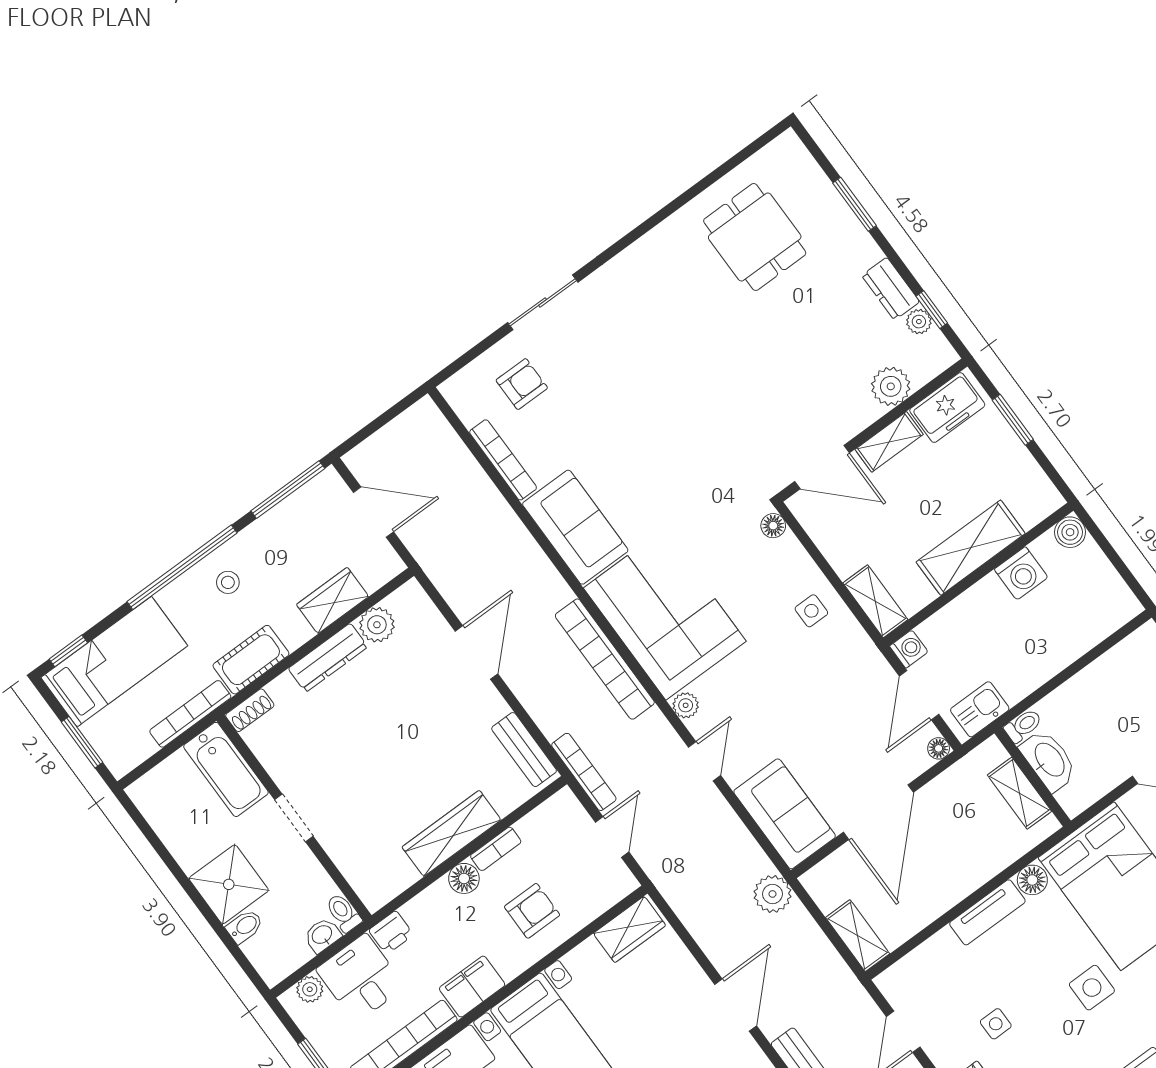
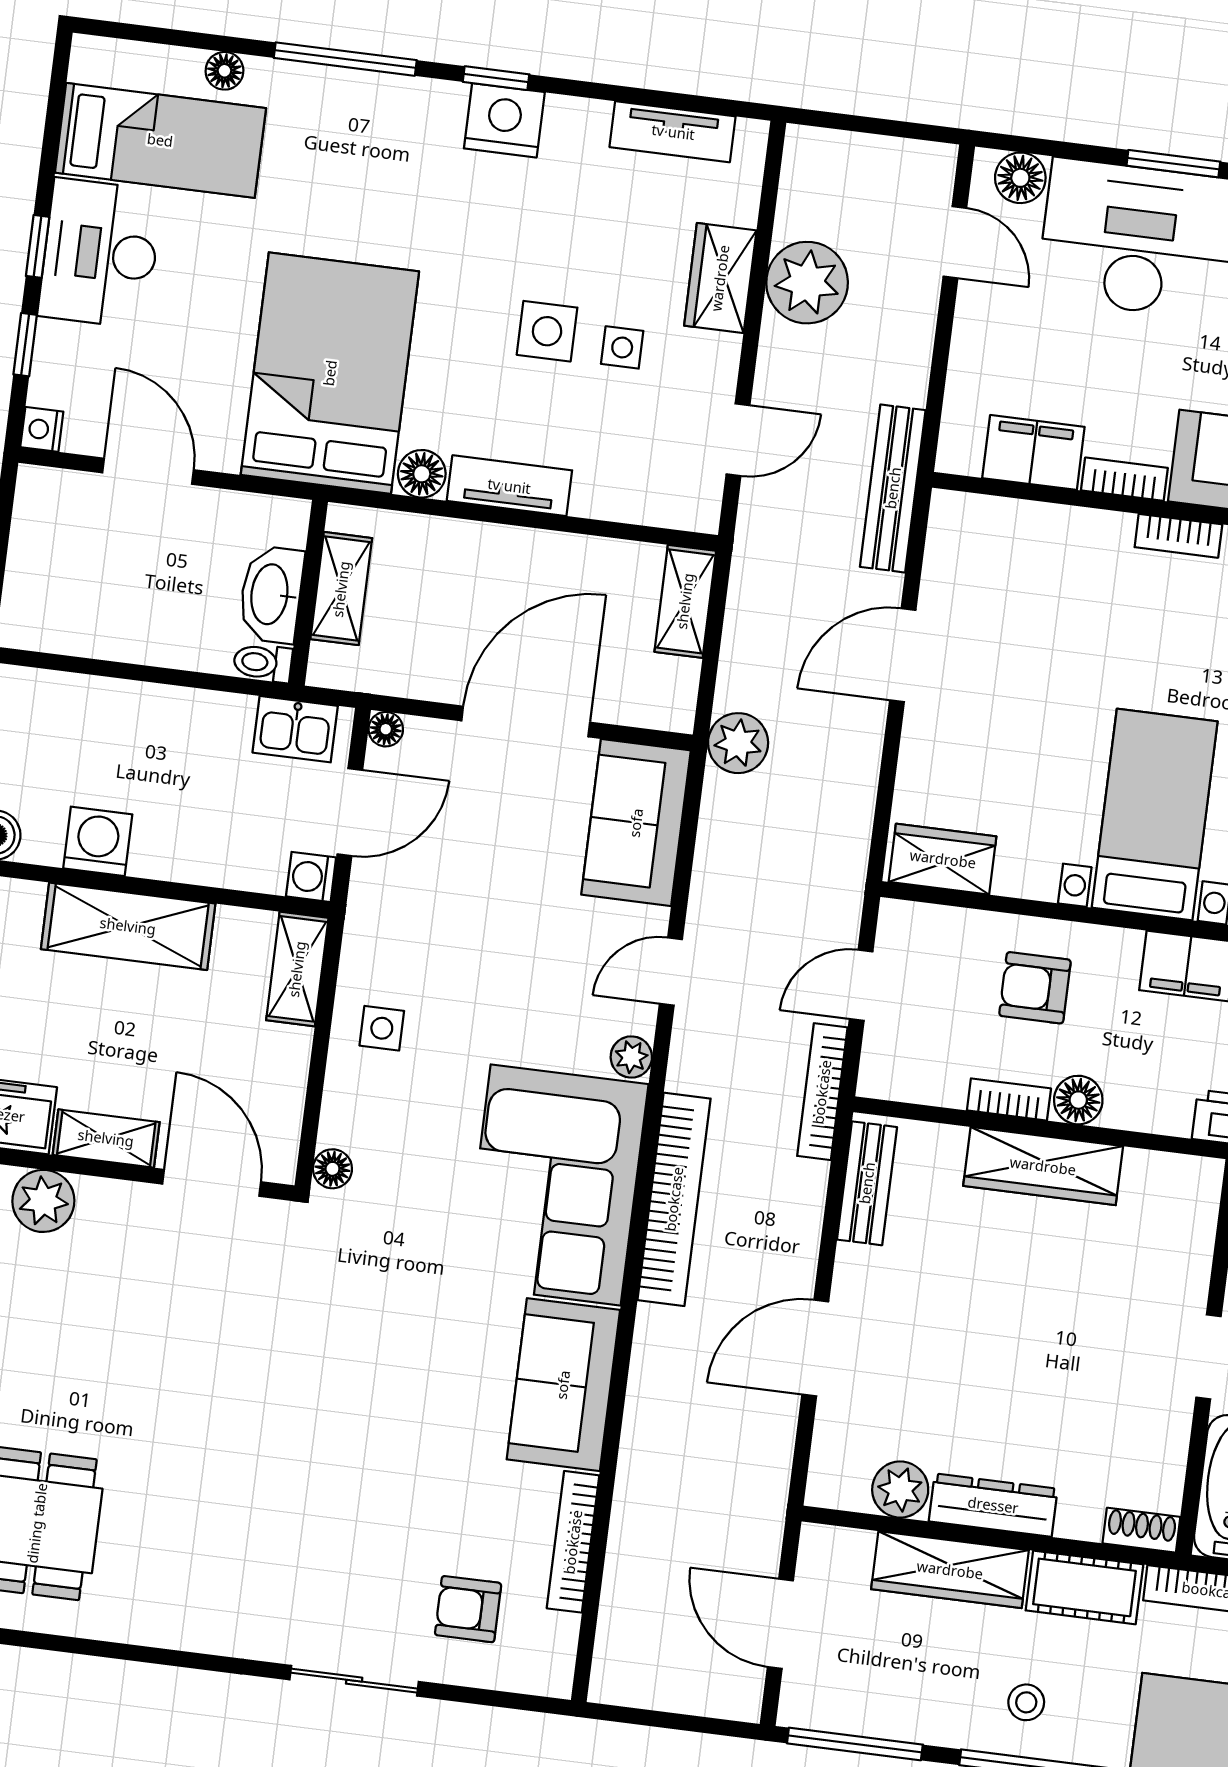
wardrobe: (333, 600) -> (950, 1570), width x1.50
side table: (1092, 988) -> (547, 331), moved

